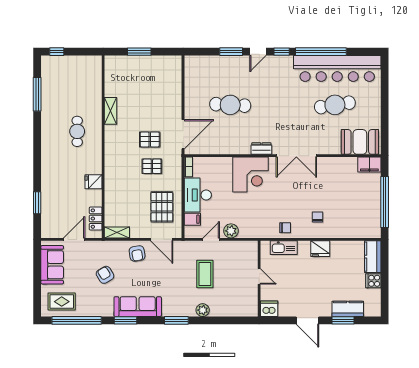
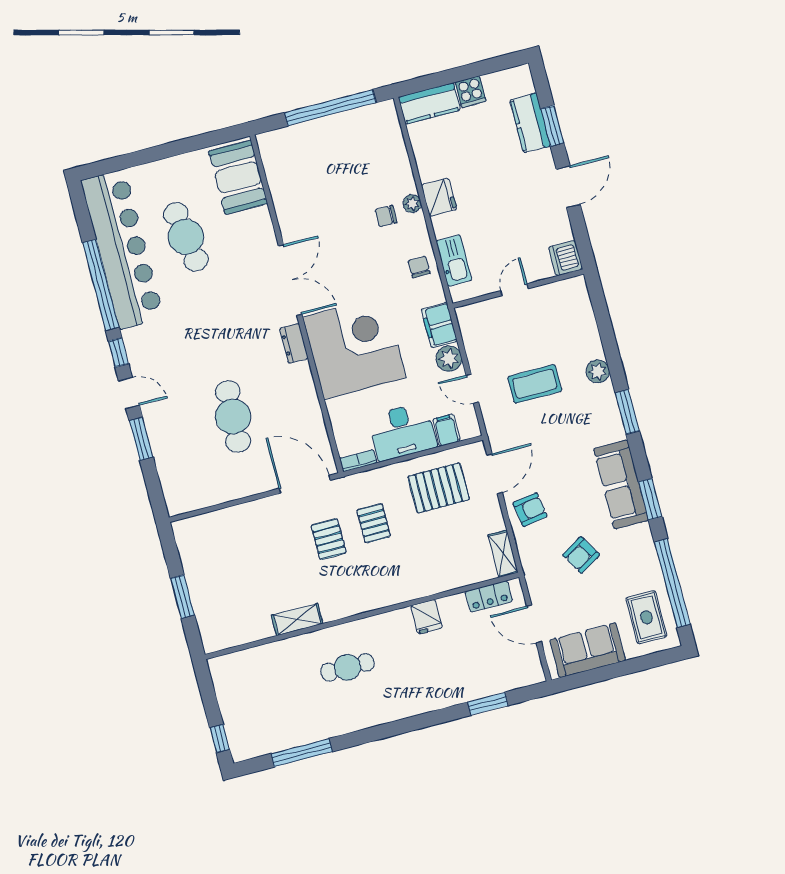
filing cabinet: (369, 165) -> (439, 325), moved, turned 180
corner desk: (250, 175) -> (354, 348), width x1.36, depth x1.36
plant: (321, 233) -> (412, 204), added

